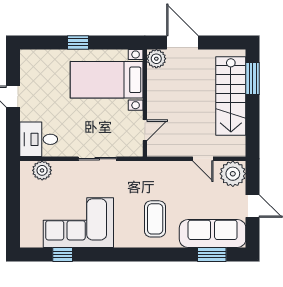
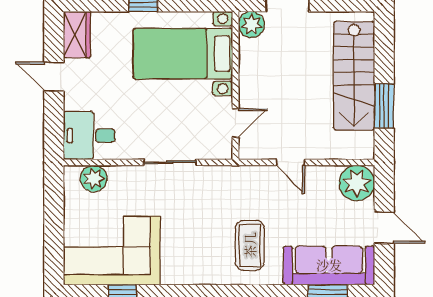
wardrobe: (30, 66) -> (77, 35), added
window: (253, 78) -> (384, 106), moved
door: (203, 159) -> (290, 162), moved
corner sofa: (78, 223) -> (112, 250), moved

